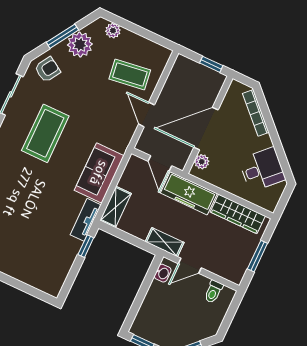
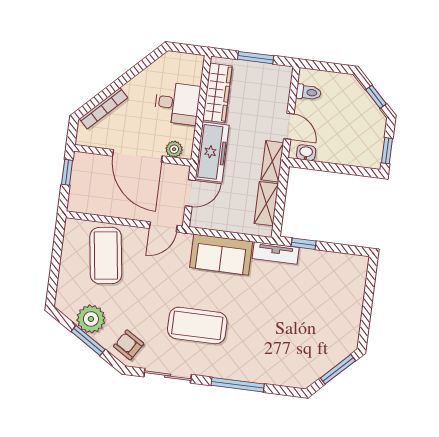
plant: (113, 31) -> (65, 289), removed
coffee table: (130, 75) -> (106, 256), width x1.36, depth x1.32
door: (146, 115) -> (163, 227), moved
desk: (262, 169) -> (177, 103), moved, turned 135
shelving: (116, 207) -> (266, 204), moved, turned 90

